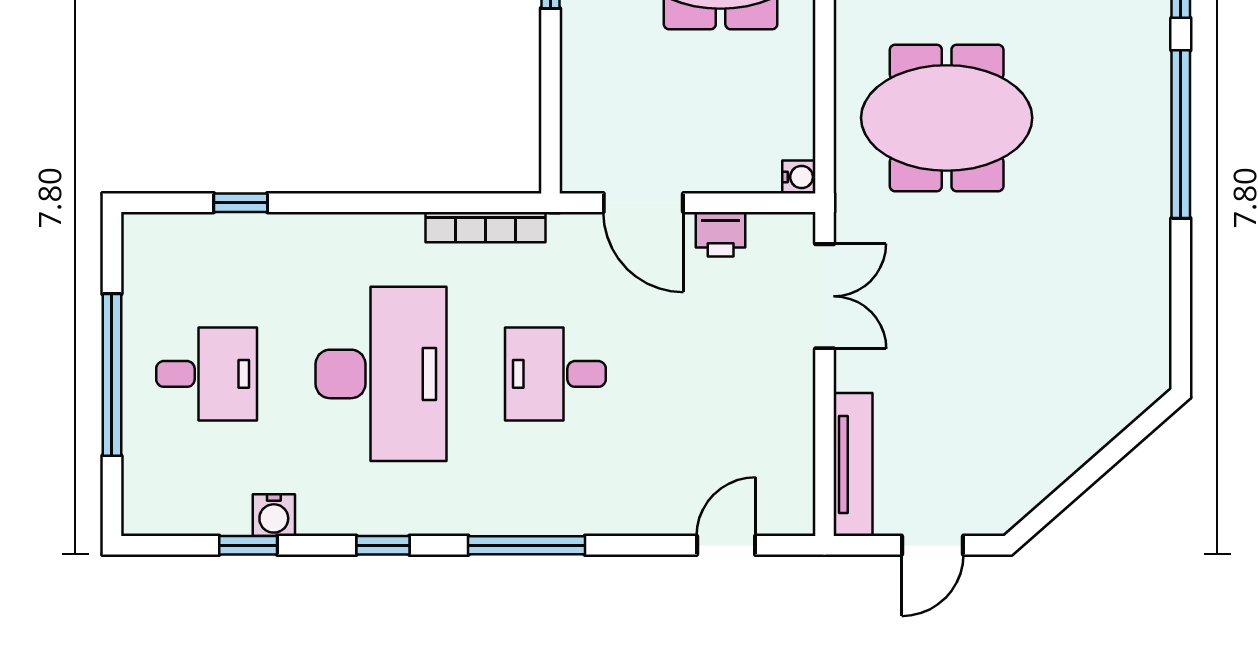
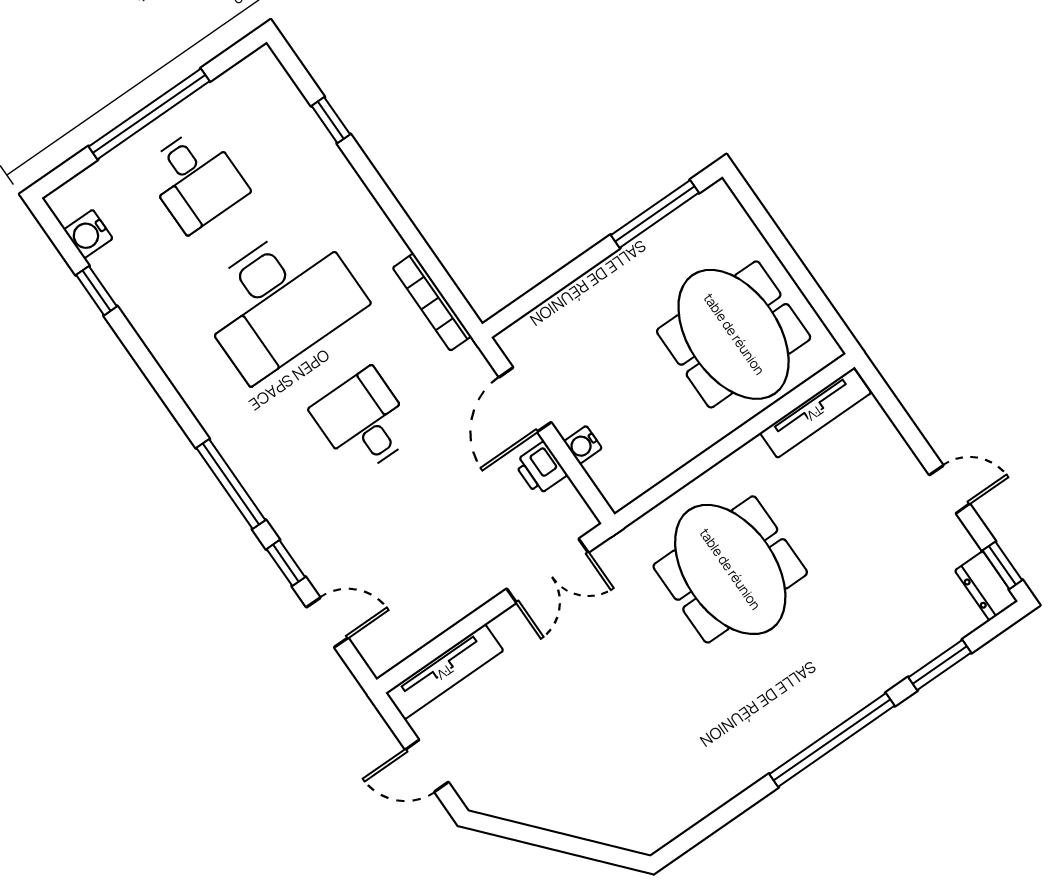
water cooler: (799, 177) -> (583, 445), moved, turned 90
water cooler: (274, 515) -> (88, 234), moved
window: (383, 545) -> (286, 563), moved

